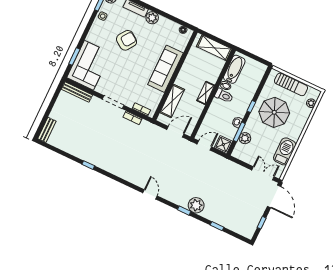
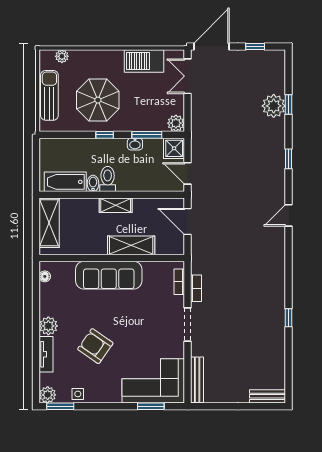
shelving: (172, 101) -> (131, 245), moved
plant: (245, 138) -> (176, 123), moved
plant: (196, 205) -> (274, 106), moved

